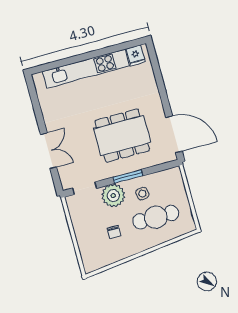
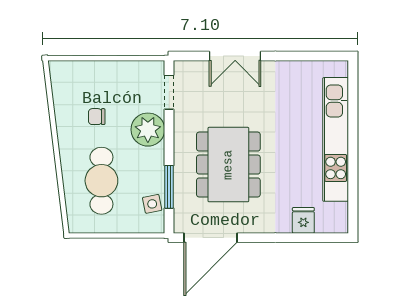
fridge: (136, 55) -> (303, 220), moved, turned 90
window: (128, 176) -> (169, 187), moved
side table: (142, 194) -> (152, 204), moved

